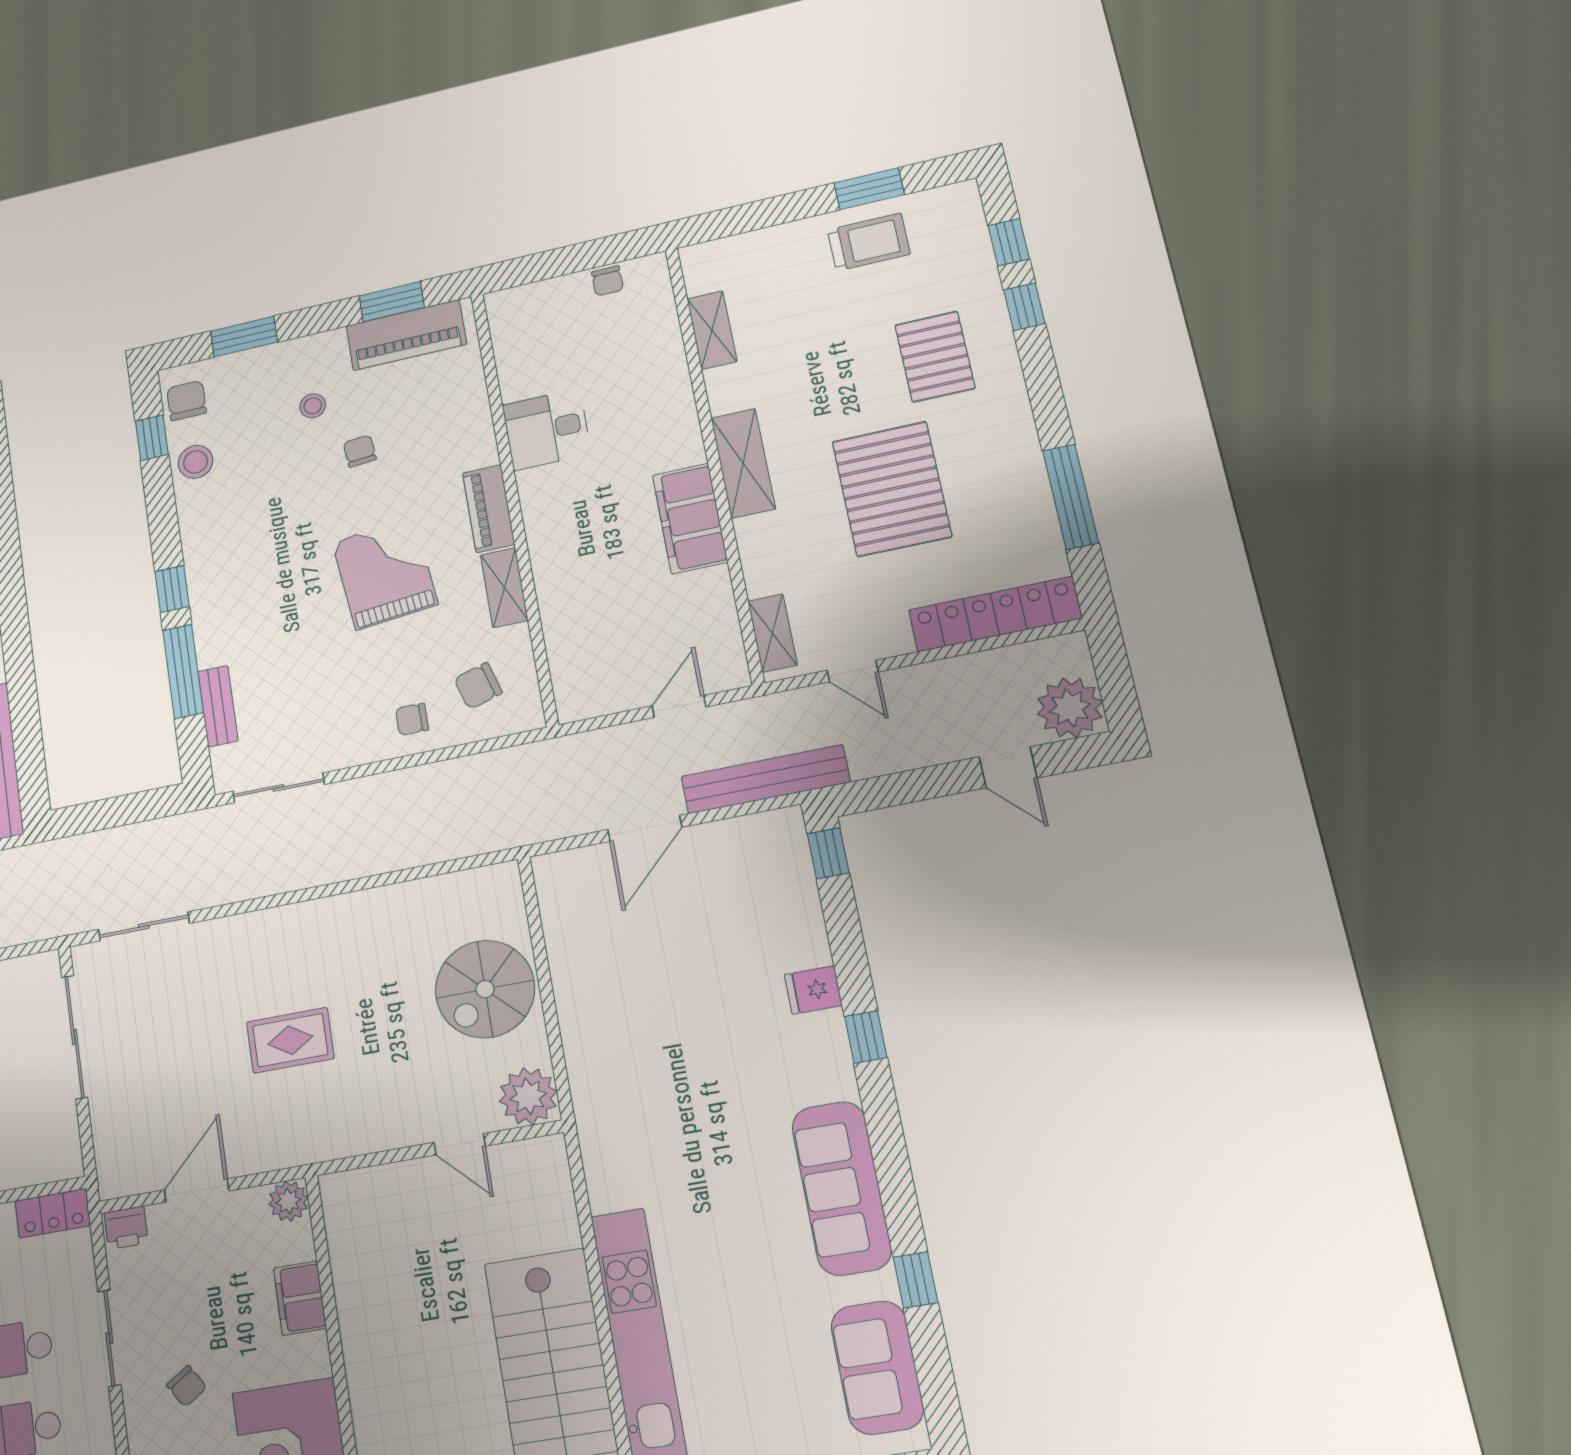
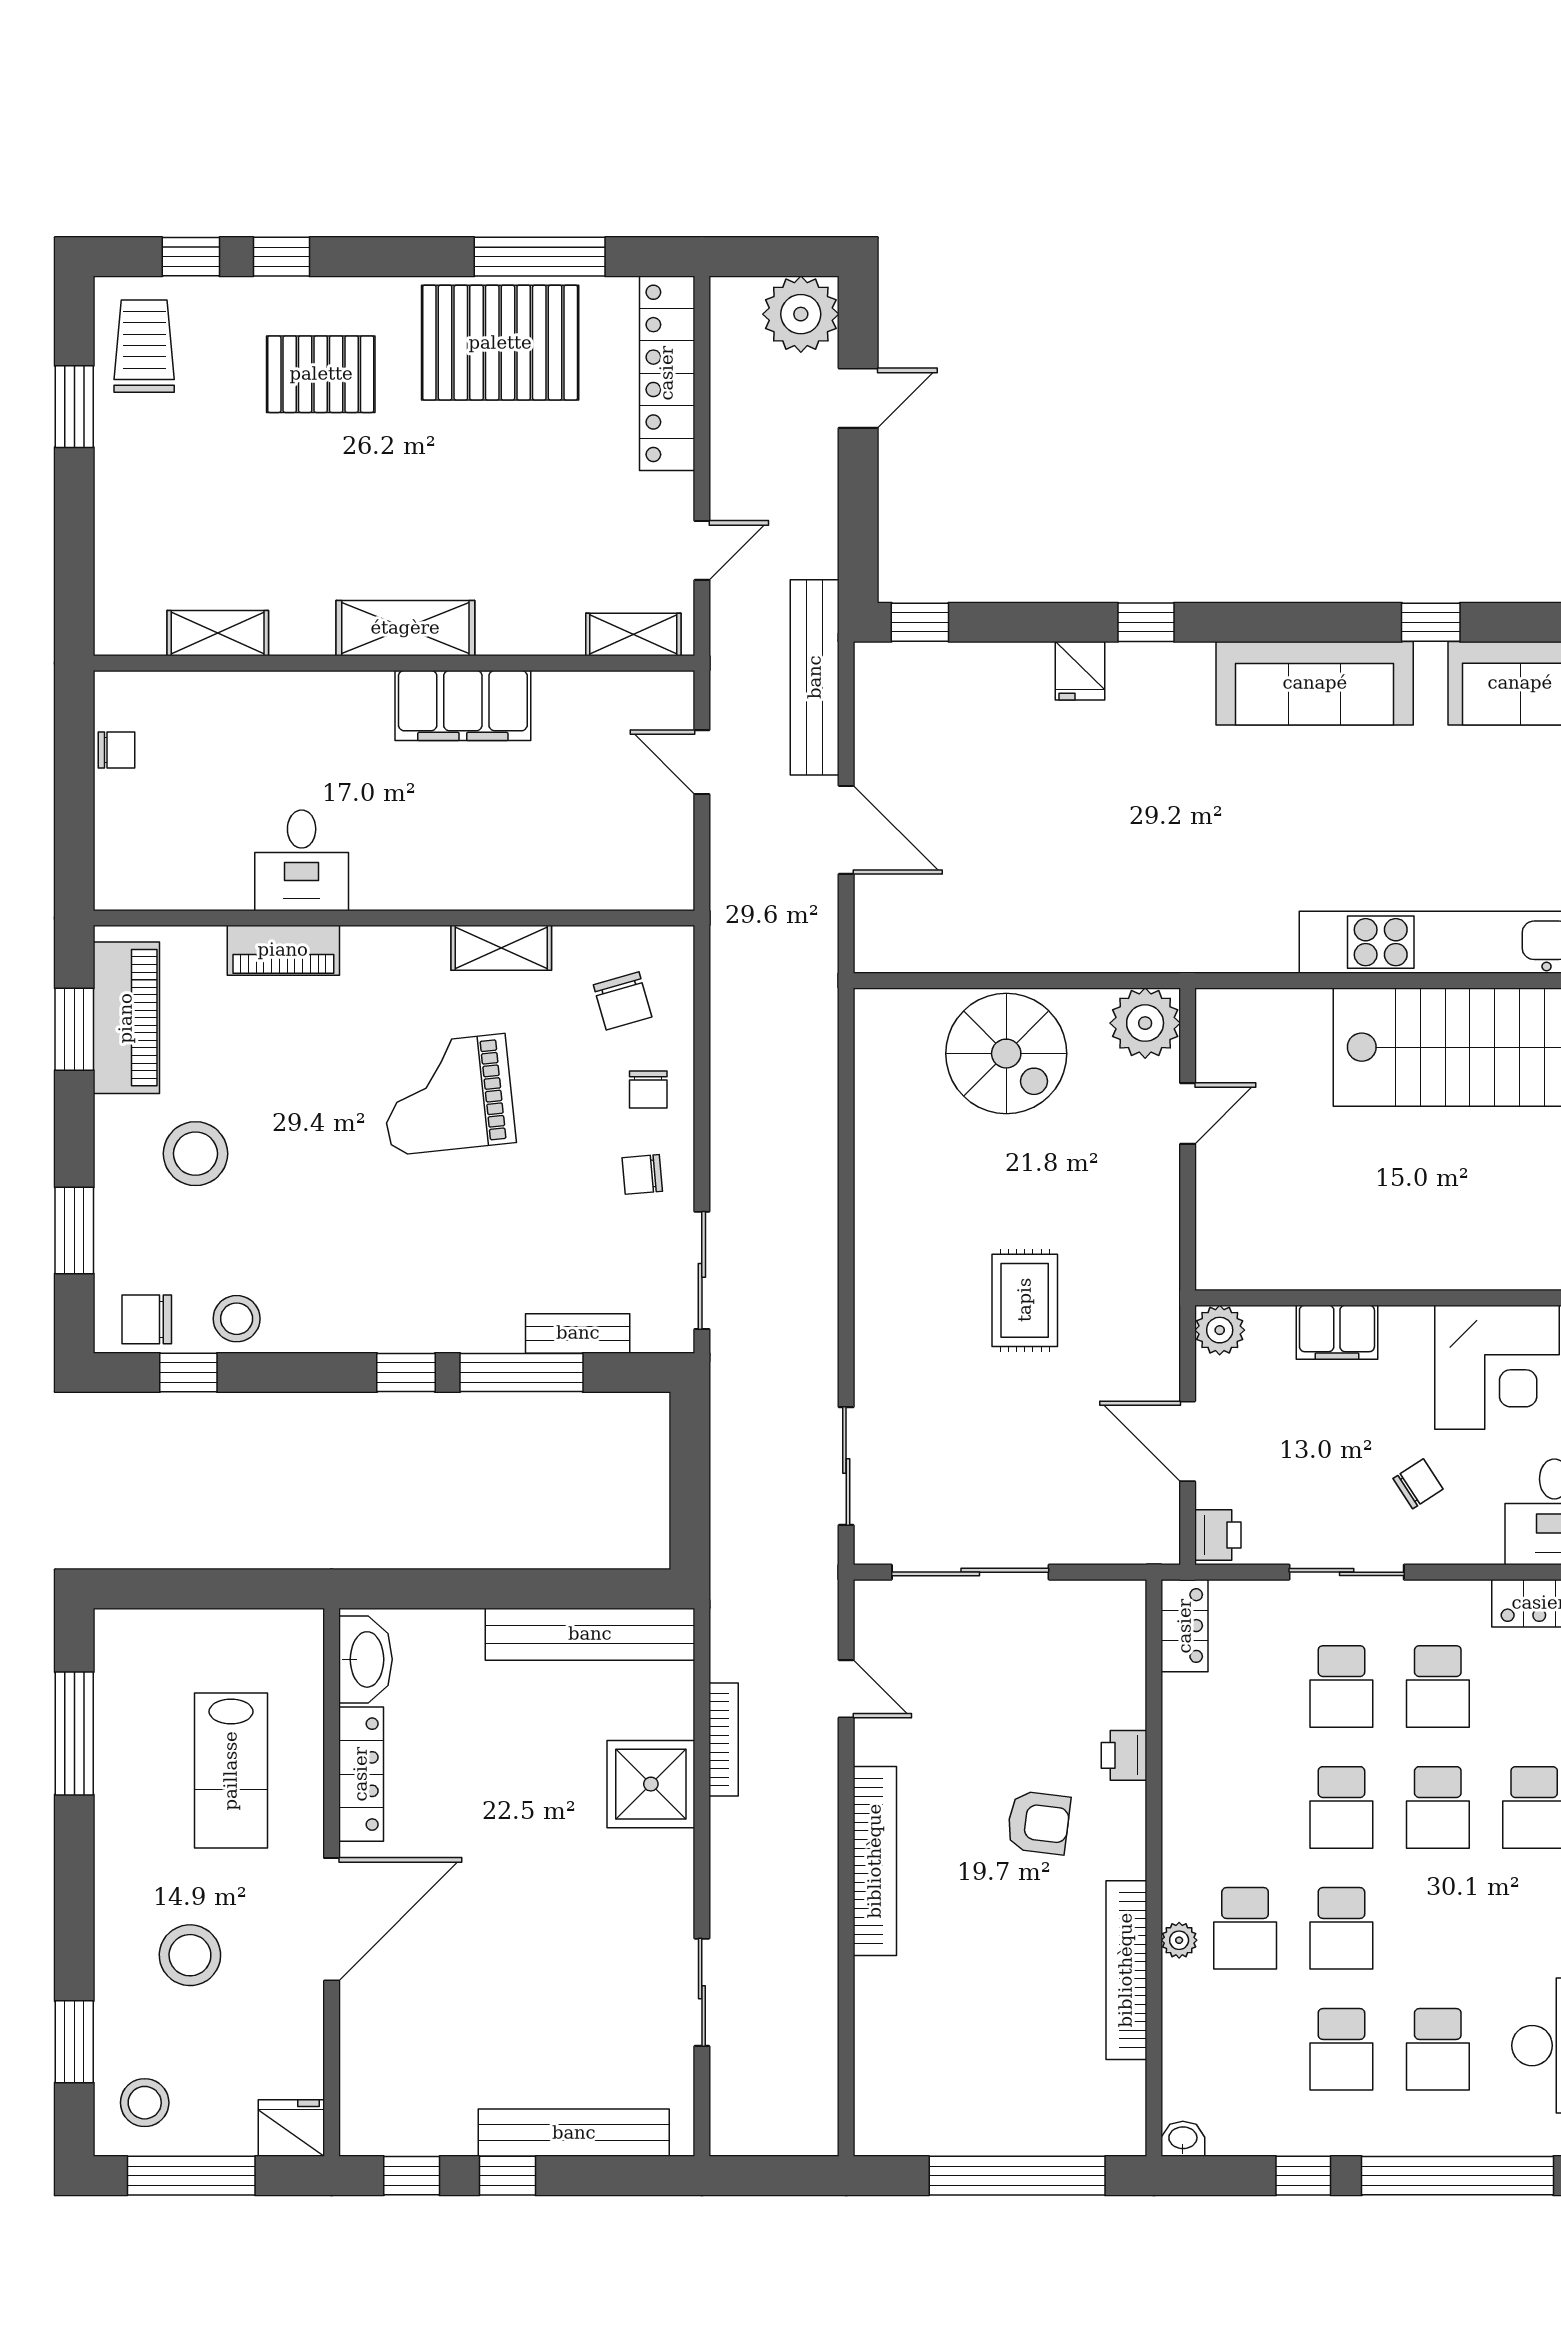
trolley: (869, 242) -> (144, 346), moved
stool: (313, 406) -> (195, 1154), width x1.89, depth x1.89
chair: (360, 451) -> (642, 1174), moved
pallet: (892, 489) -> (500, 343), moved
piano: (489, 509) -> (283, 950), moved

